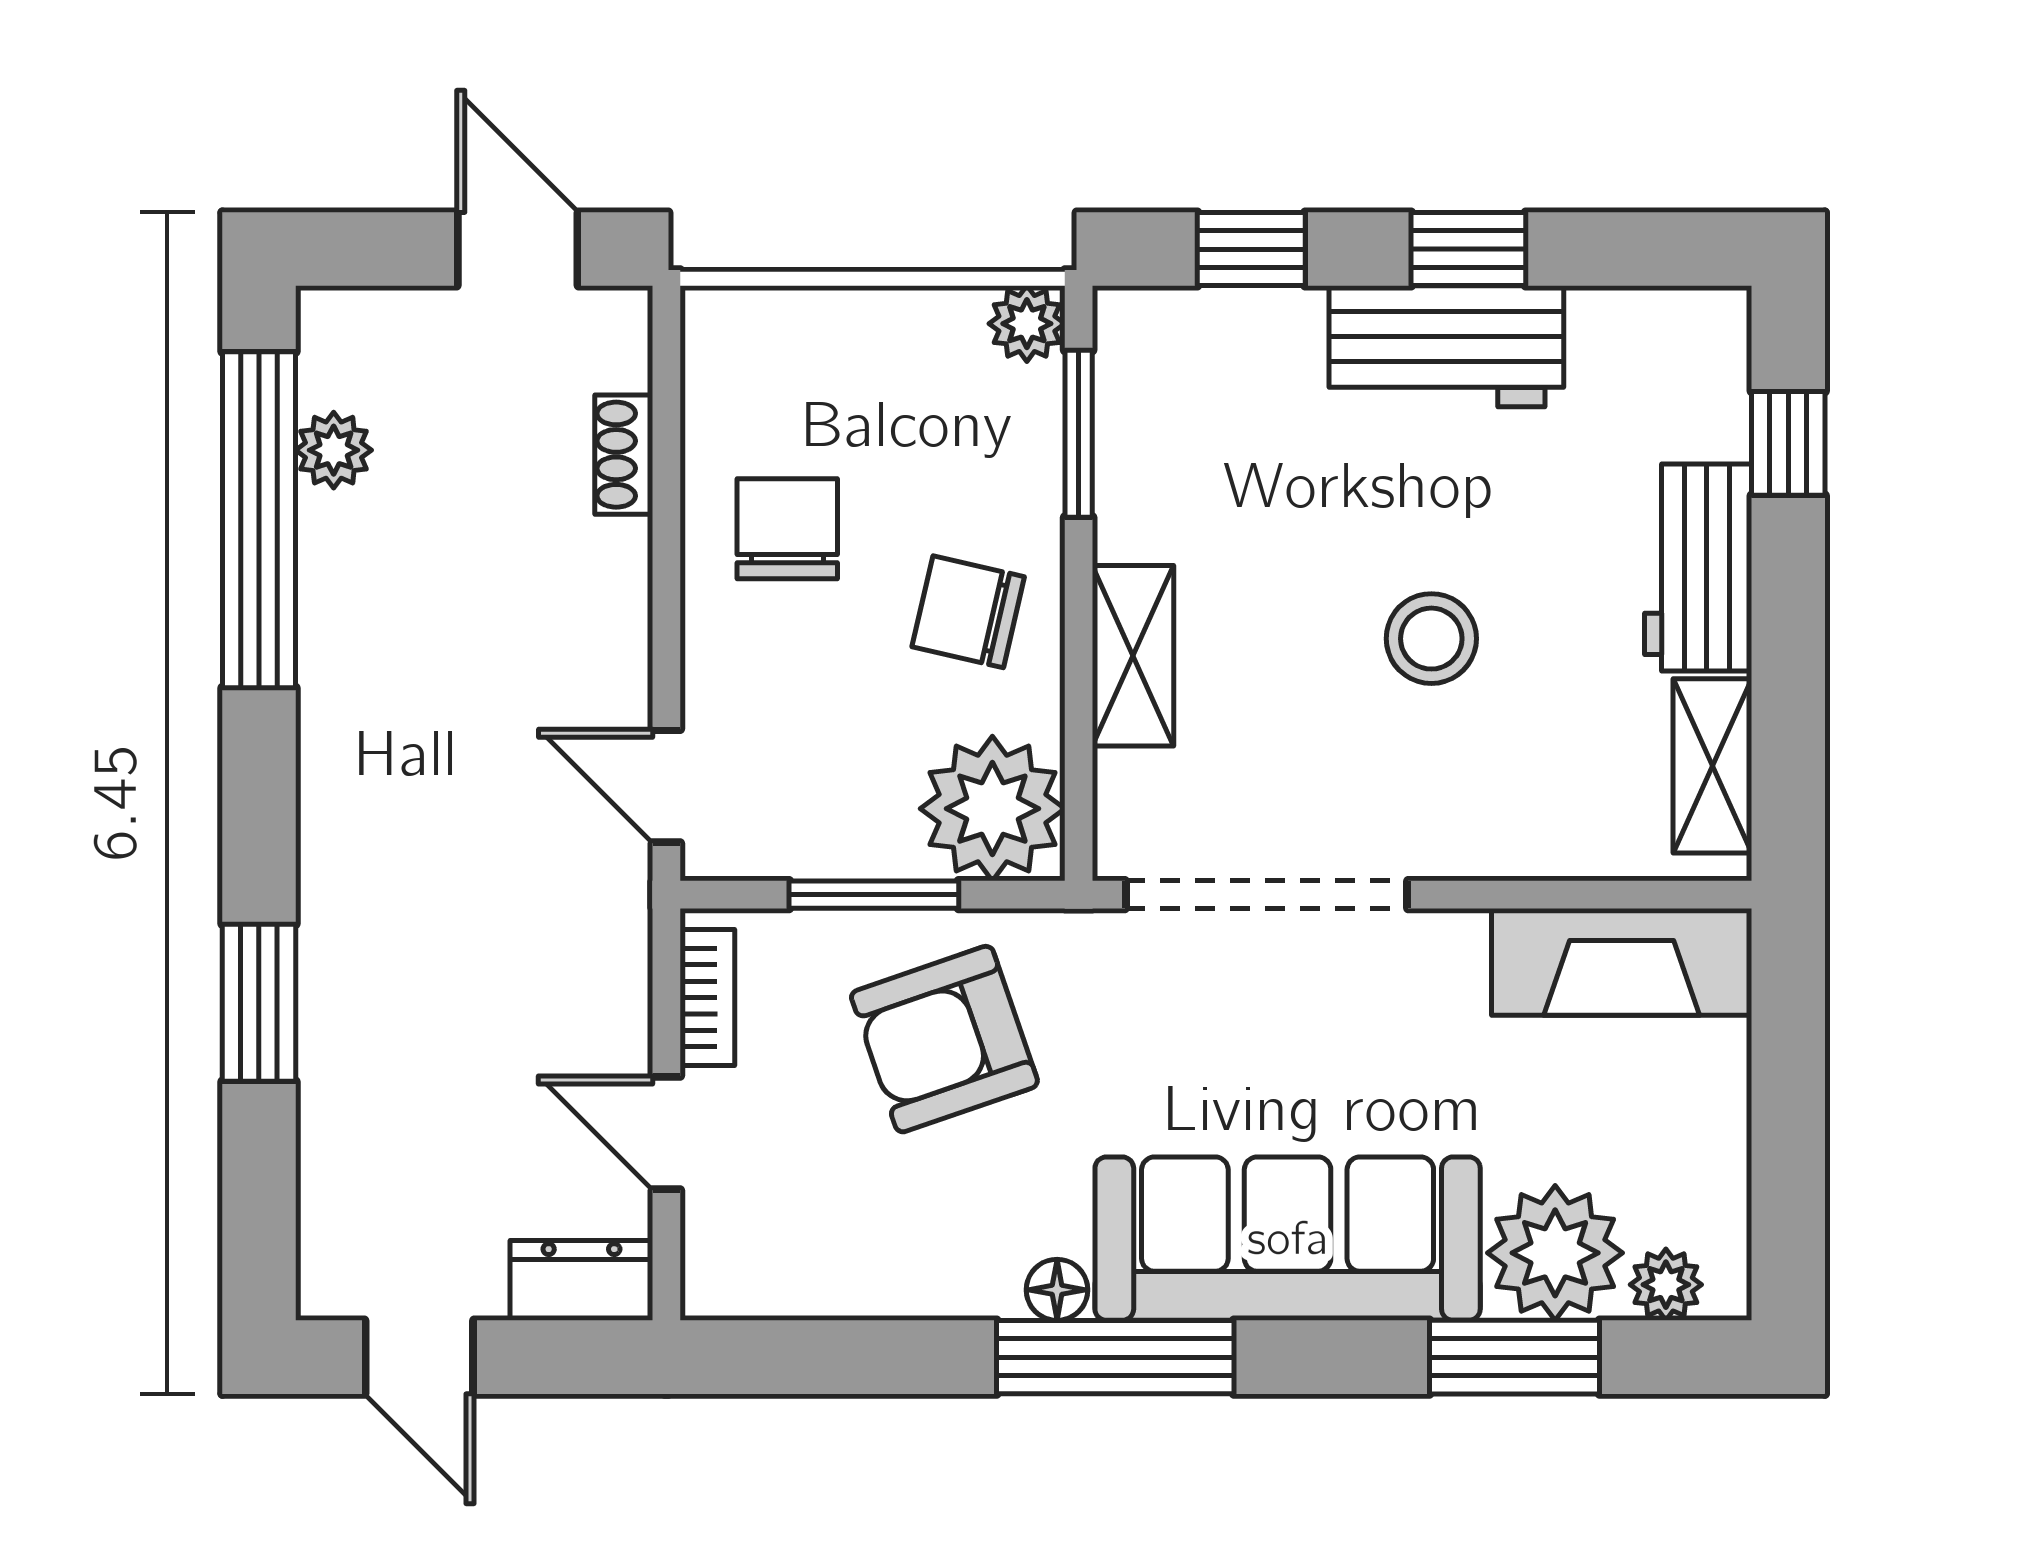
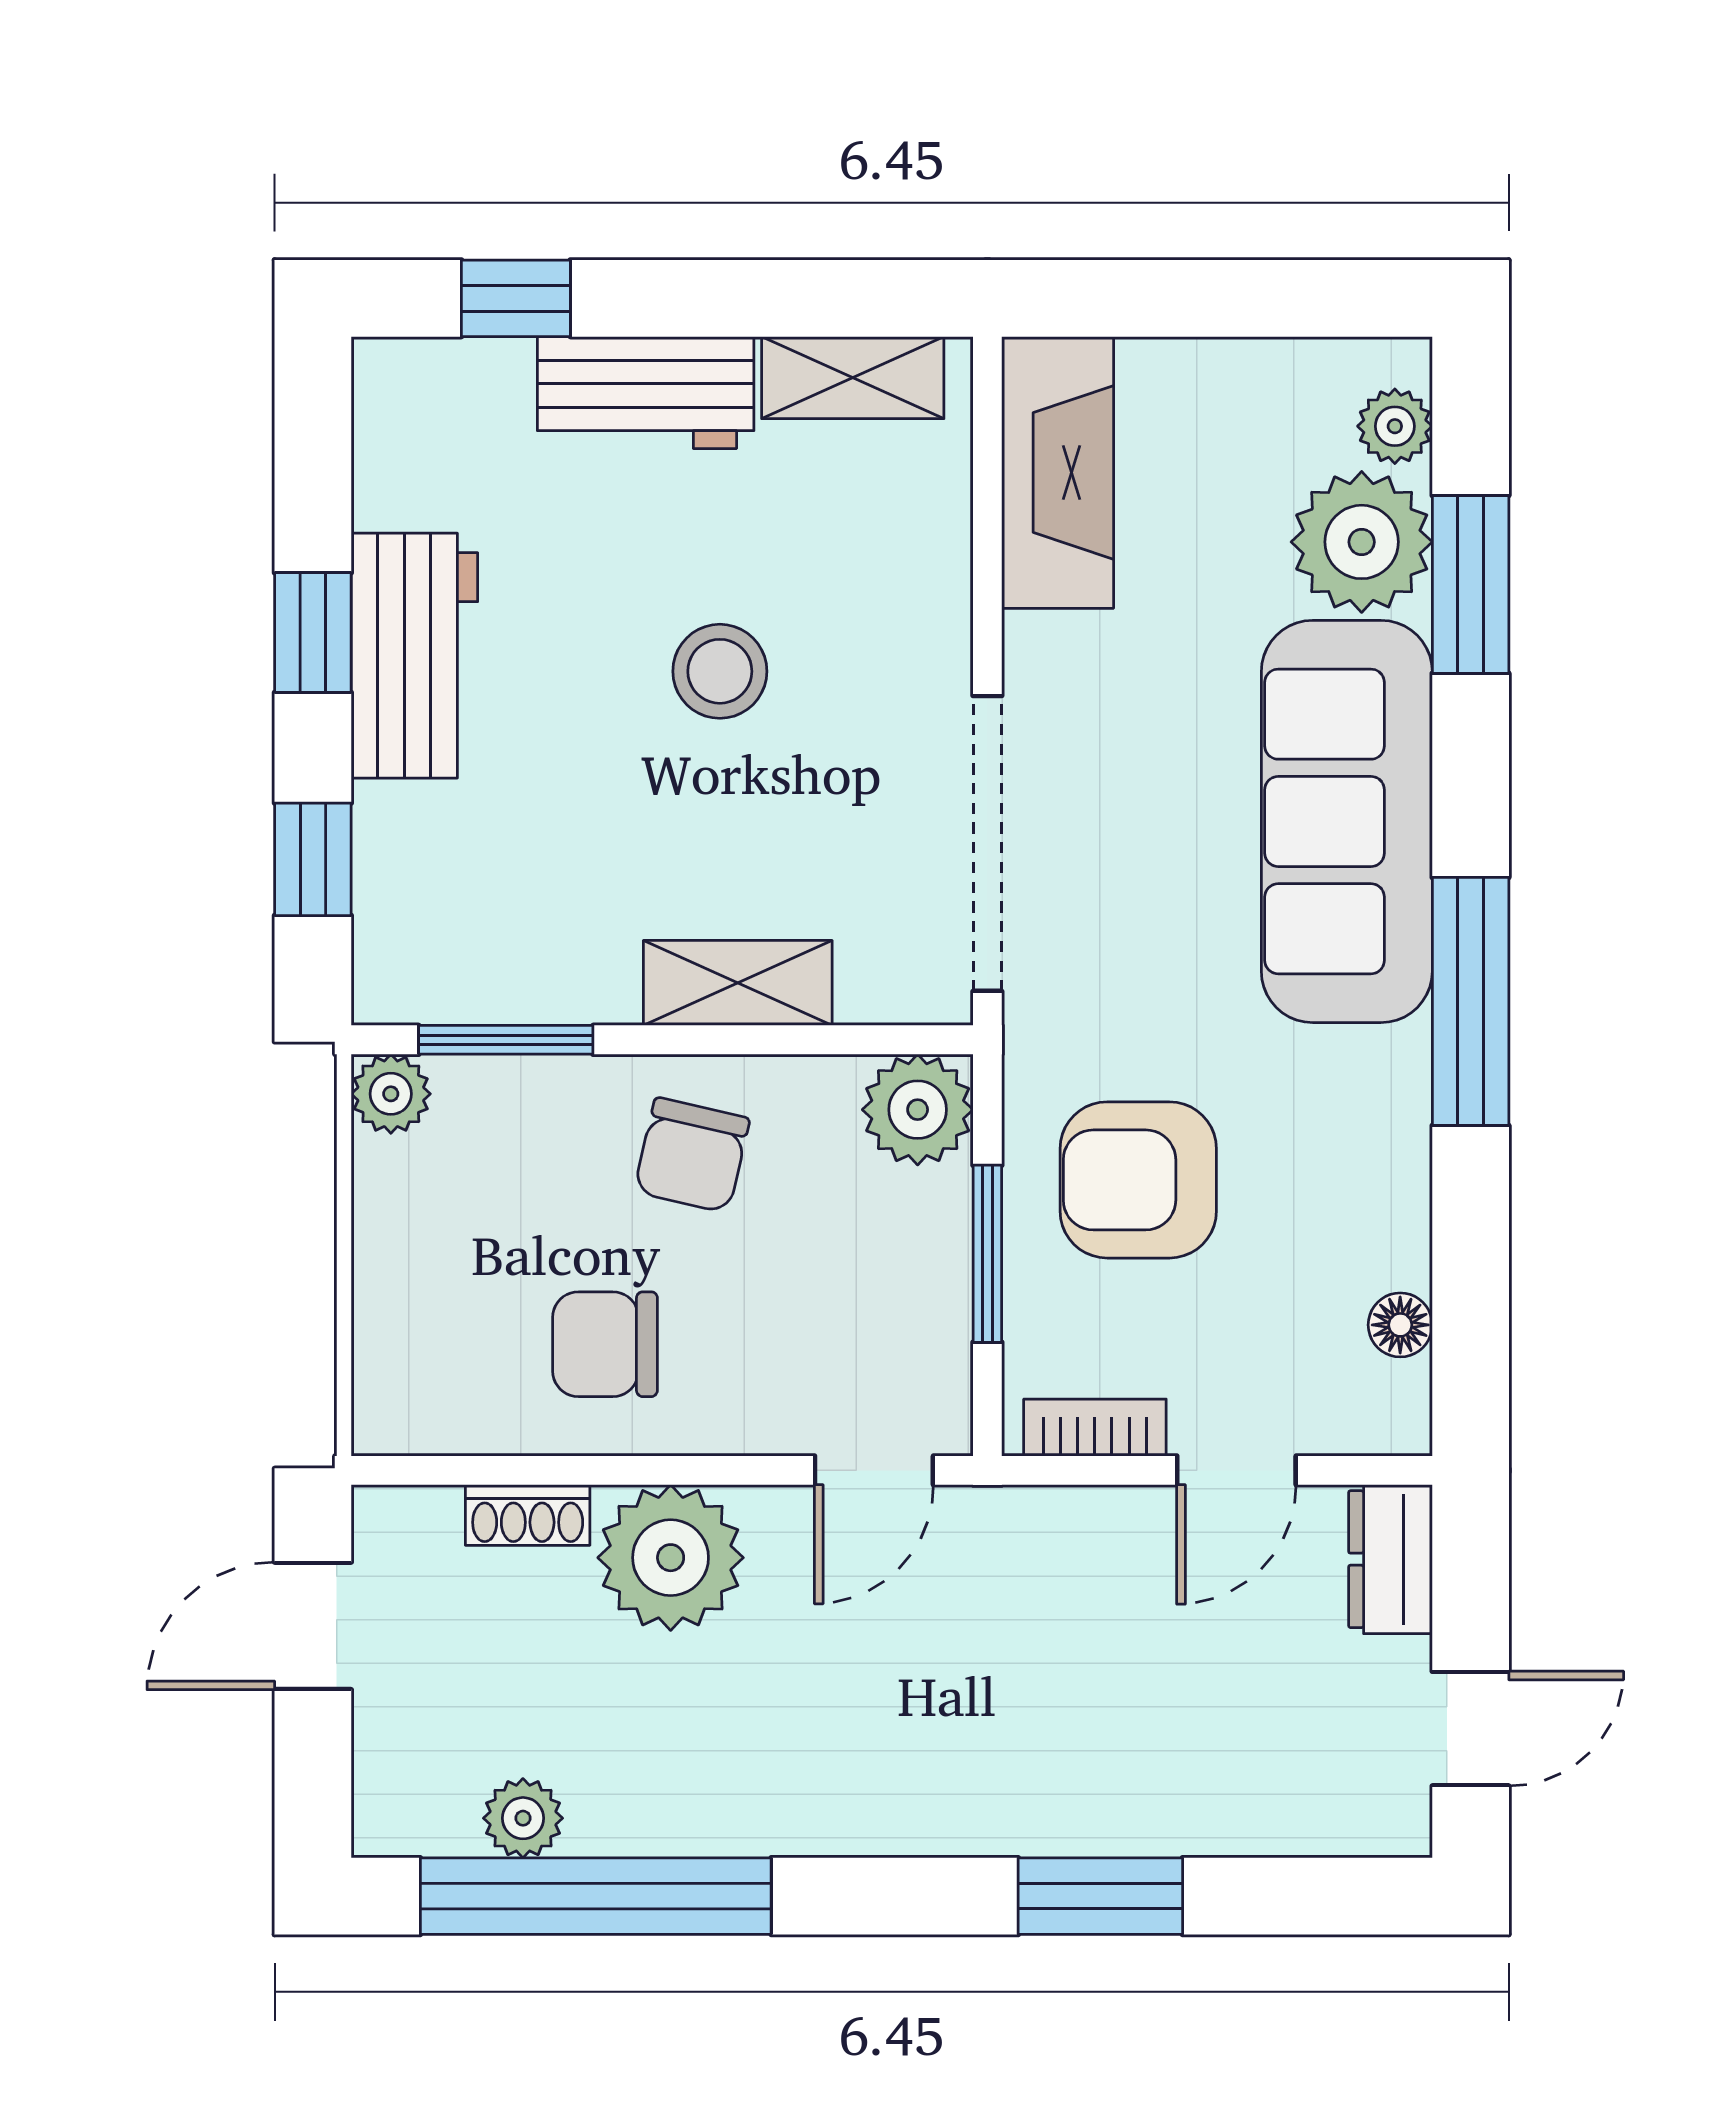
plant: (583, 591) -> (671, 1558), added
plant: (992, 809) -> (918, 1110), width x0.73, depth x0.73
armchair: (944, 1039) -> (1138, 1180), turned 109
floor lamp: (1057, 1290) -> (1400, 1325), moved

